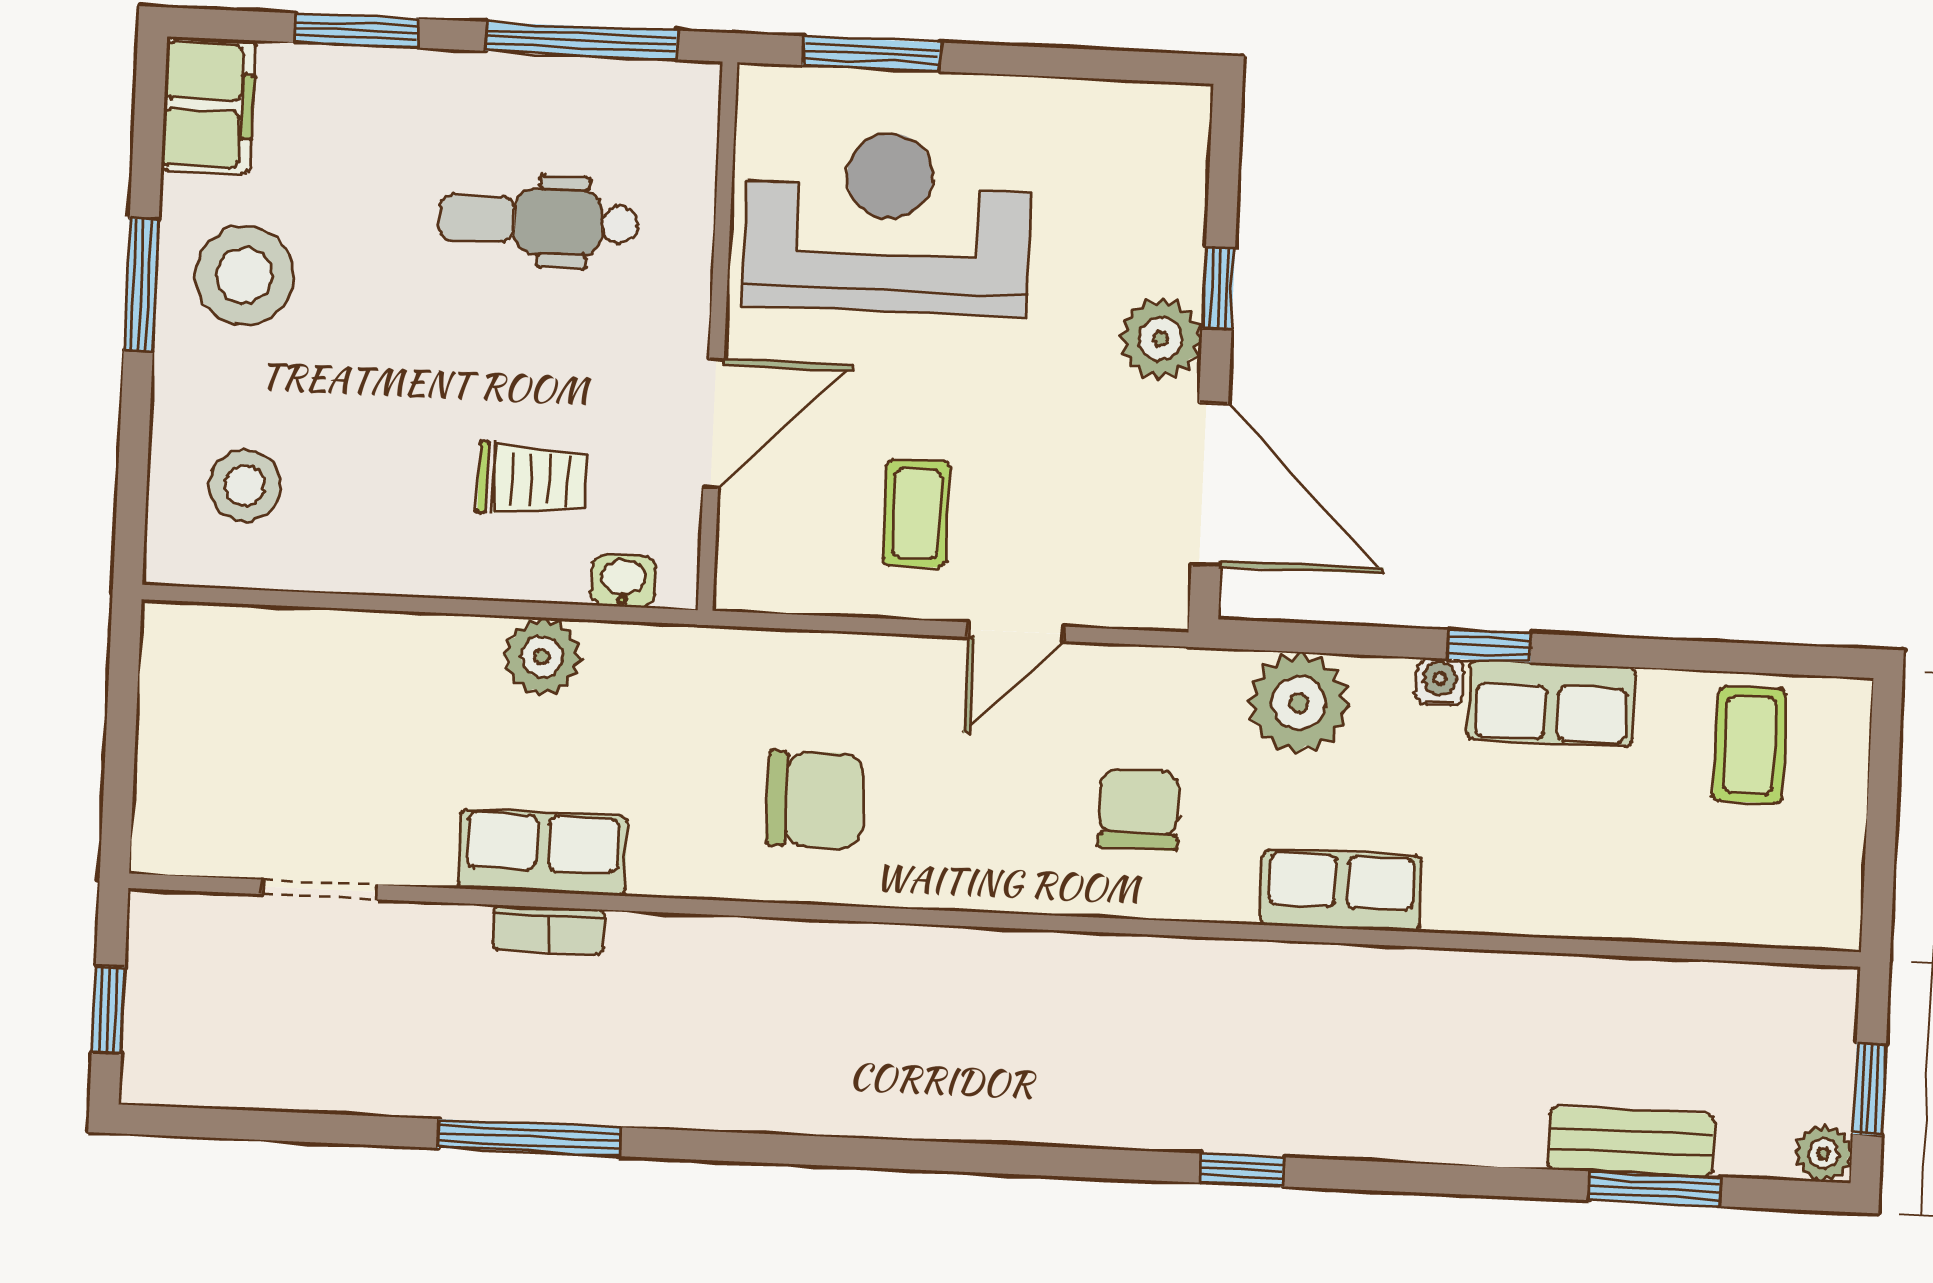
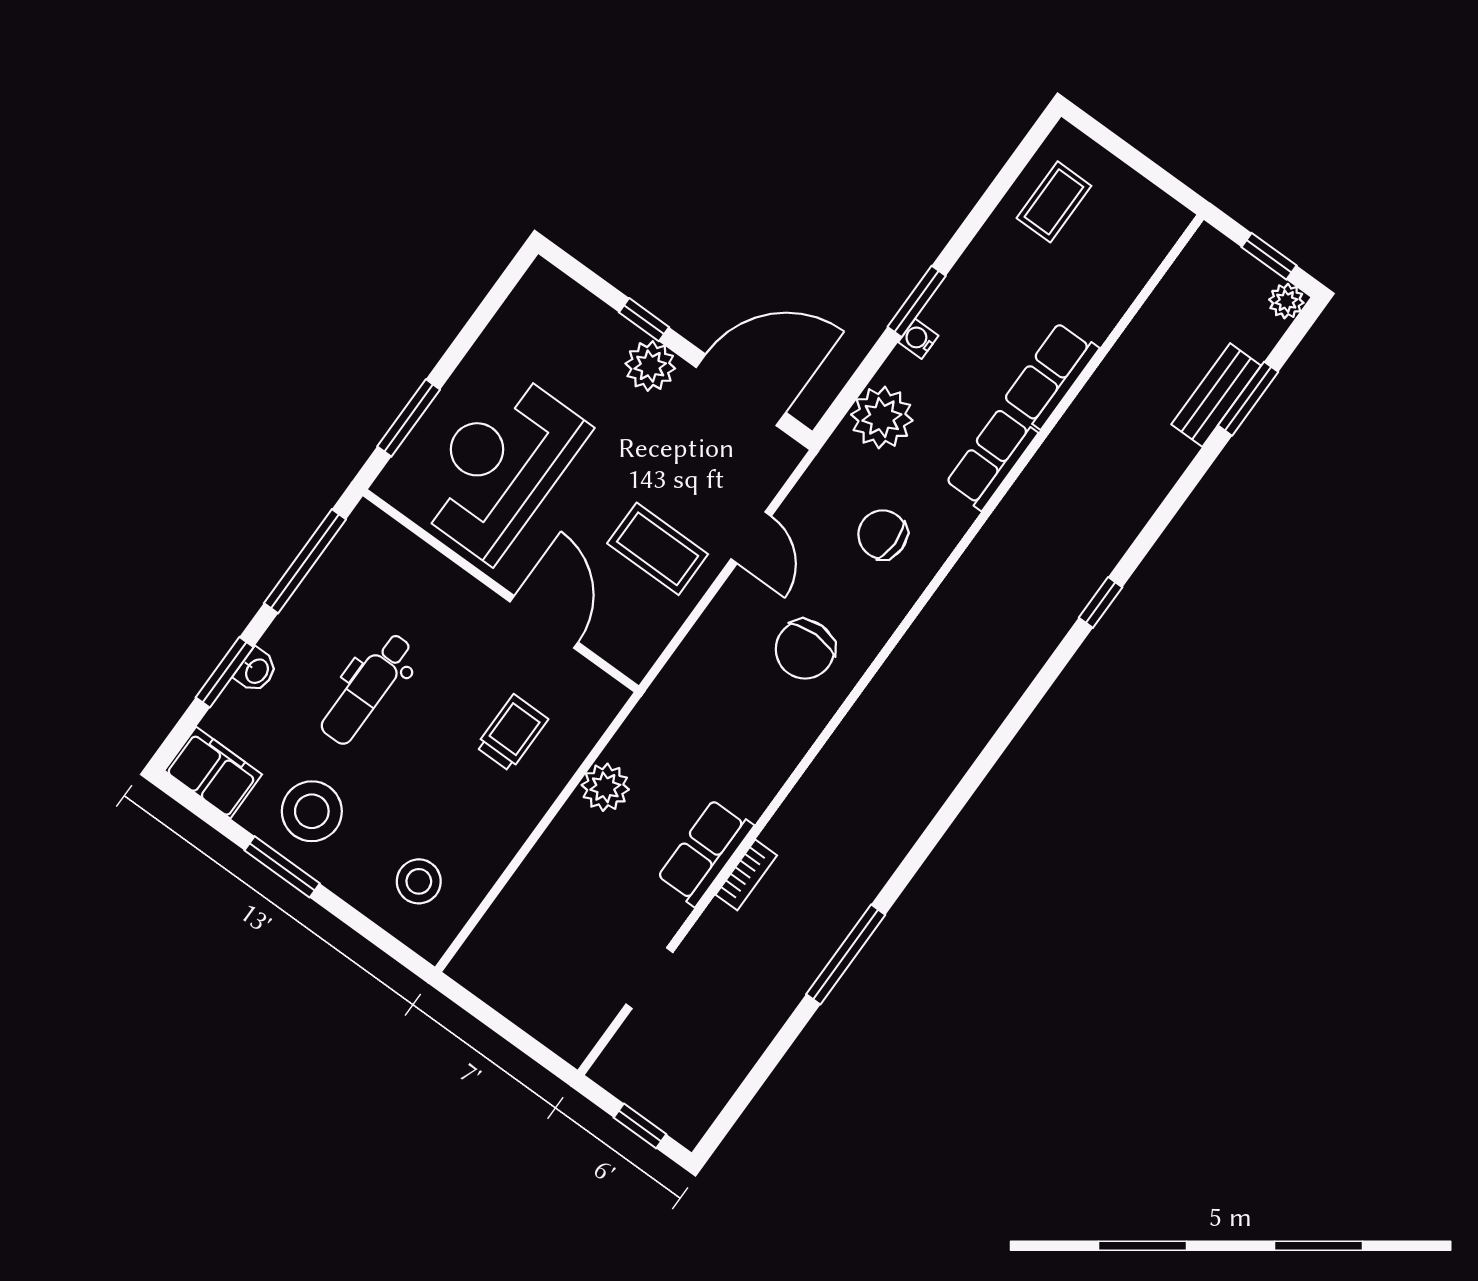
dental chair: (538, 221) -> (367, 689), moved
coffee table: (916, 513) -> (658, 549), width x1.36, depth x1.30
washbasin: (623, 581) -> (256, 671), moved, turned 180
window: (1490, 646) -> (917, 301), width x1.50
row of seats: (1552, 703) -> (1051, 375), moved, turned 180
coffee table: (1750, 745) -> (1054, 202), turned 90
chair: (815, 800) -> (805, 649), moved, turned 180

